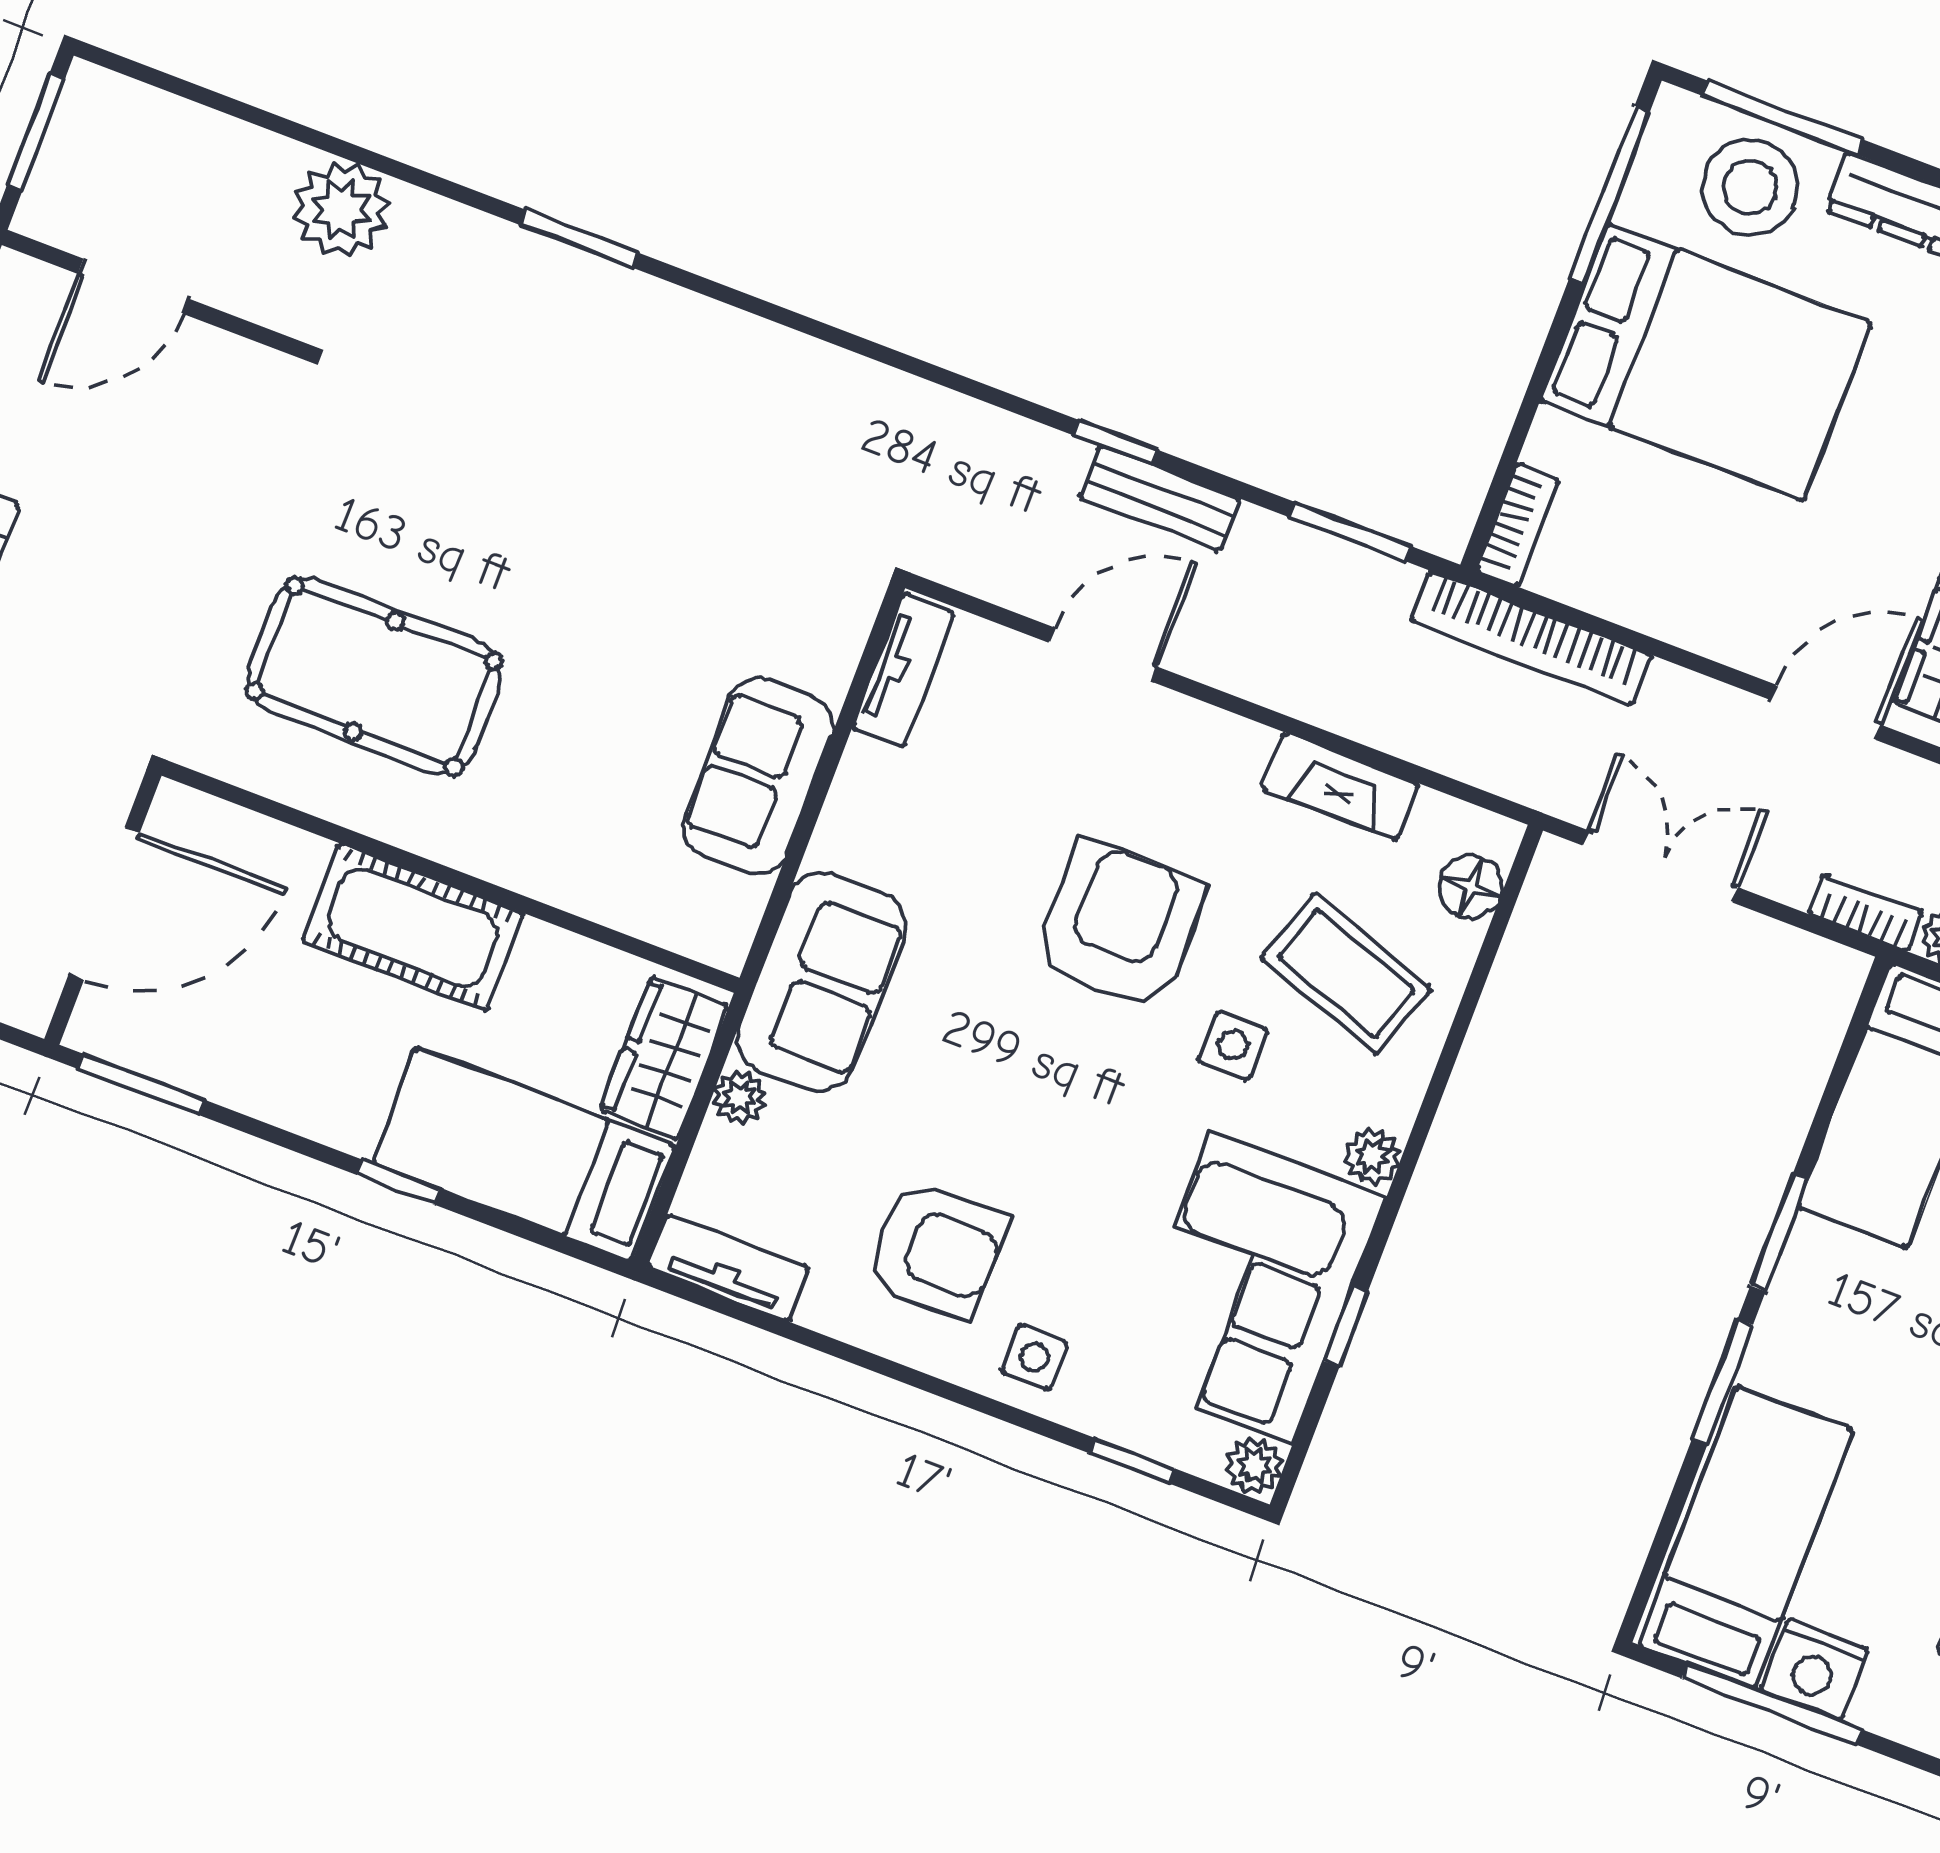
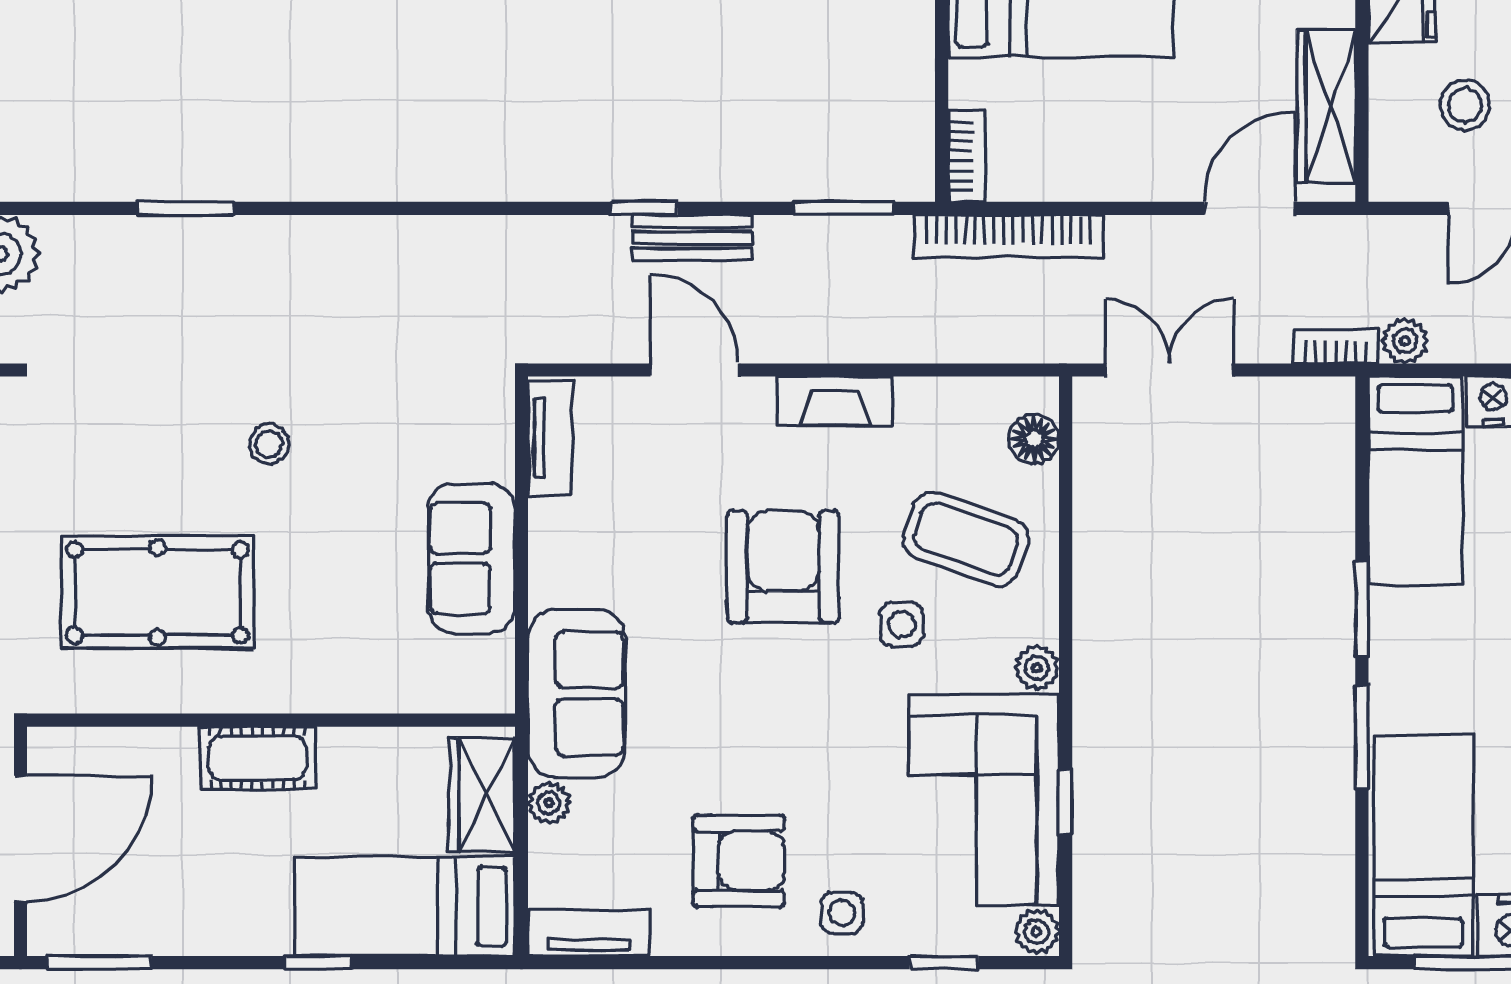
stool: (571, 552) -> (269, 444), added
door: (1103, 655) -> (694, 370), hinge flipped
fireplace: (1340, 787) -> (835, 401), moved
cot: (413, 927) -> (257, 758), width x0.73, depth x0.75

